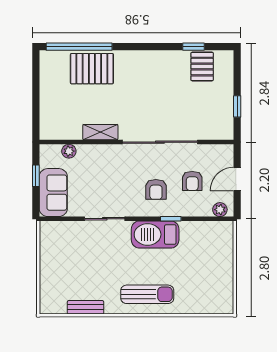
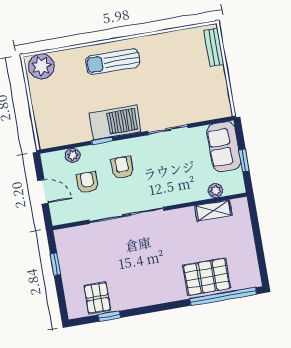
shelving: (100, 132) -> (213, 211), moved
door: (237, 179) -> (43, 192), hinge flipped
plant: (220, 210) -> (73, 155), moved
plant: (218, 302) -> (41, 66), added
bench: (85, 307) -> (214, 47), moved, turned 90

